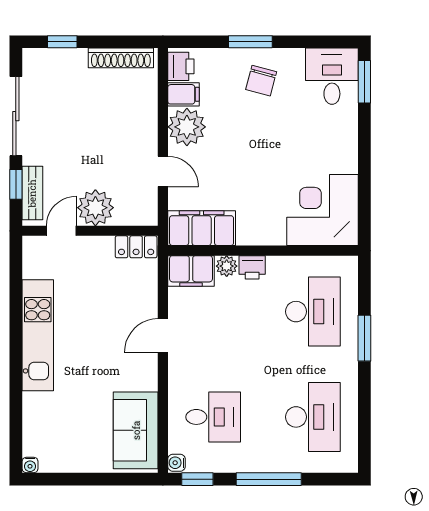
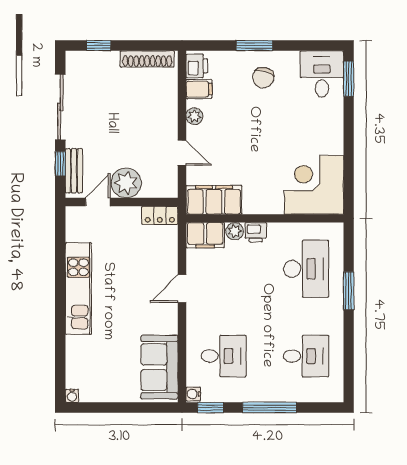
plant: (187, 127) -> (194, 116), width x0.53, depth x0.53
desk: (313, 417) -> (306, 356), width x0.73

